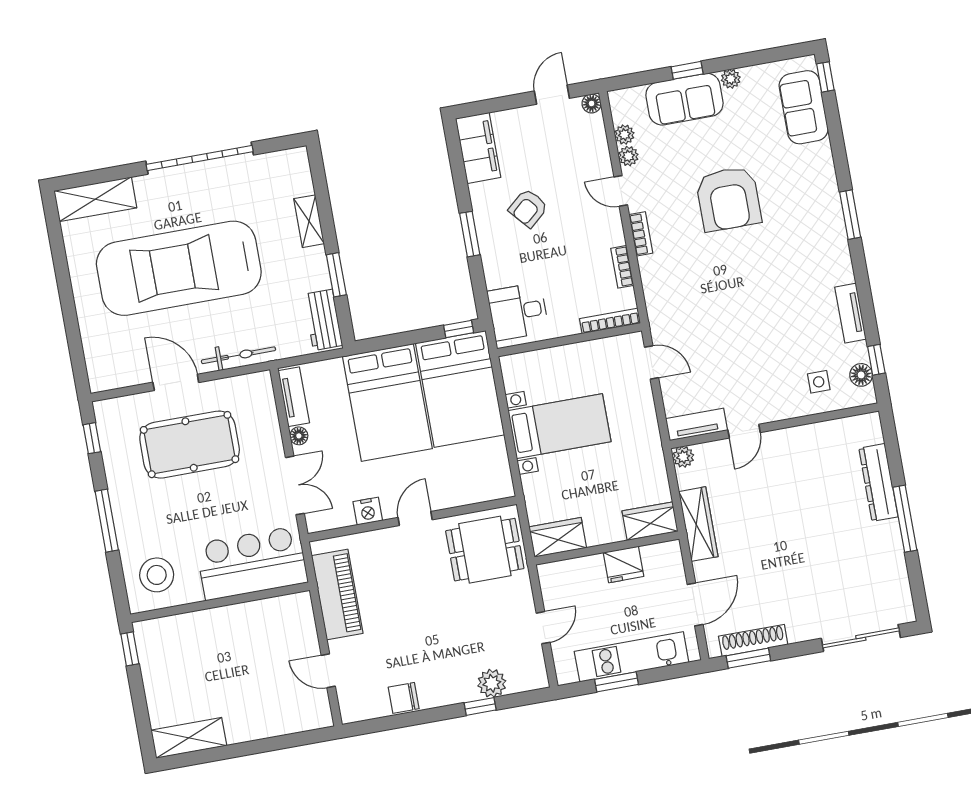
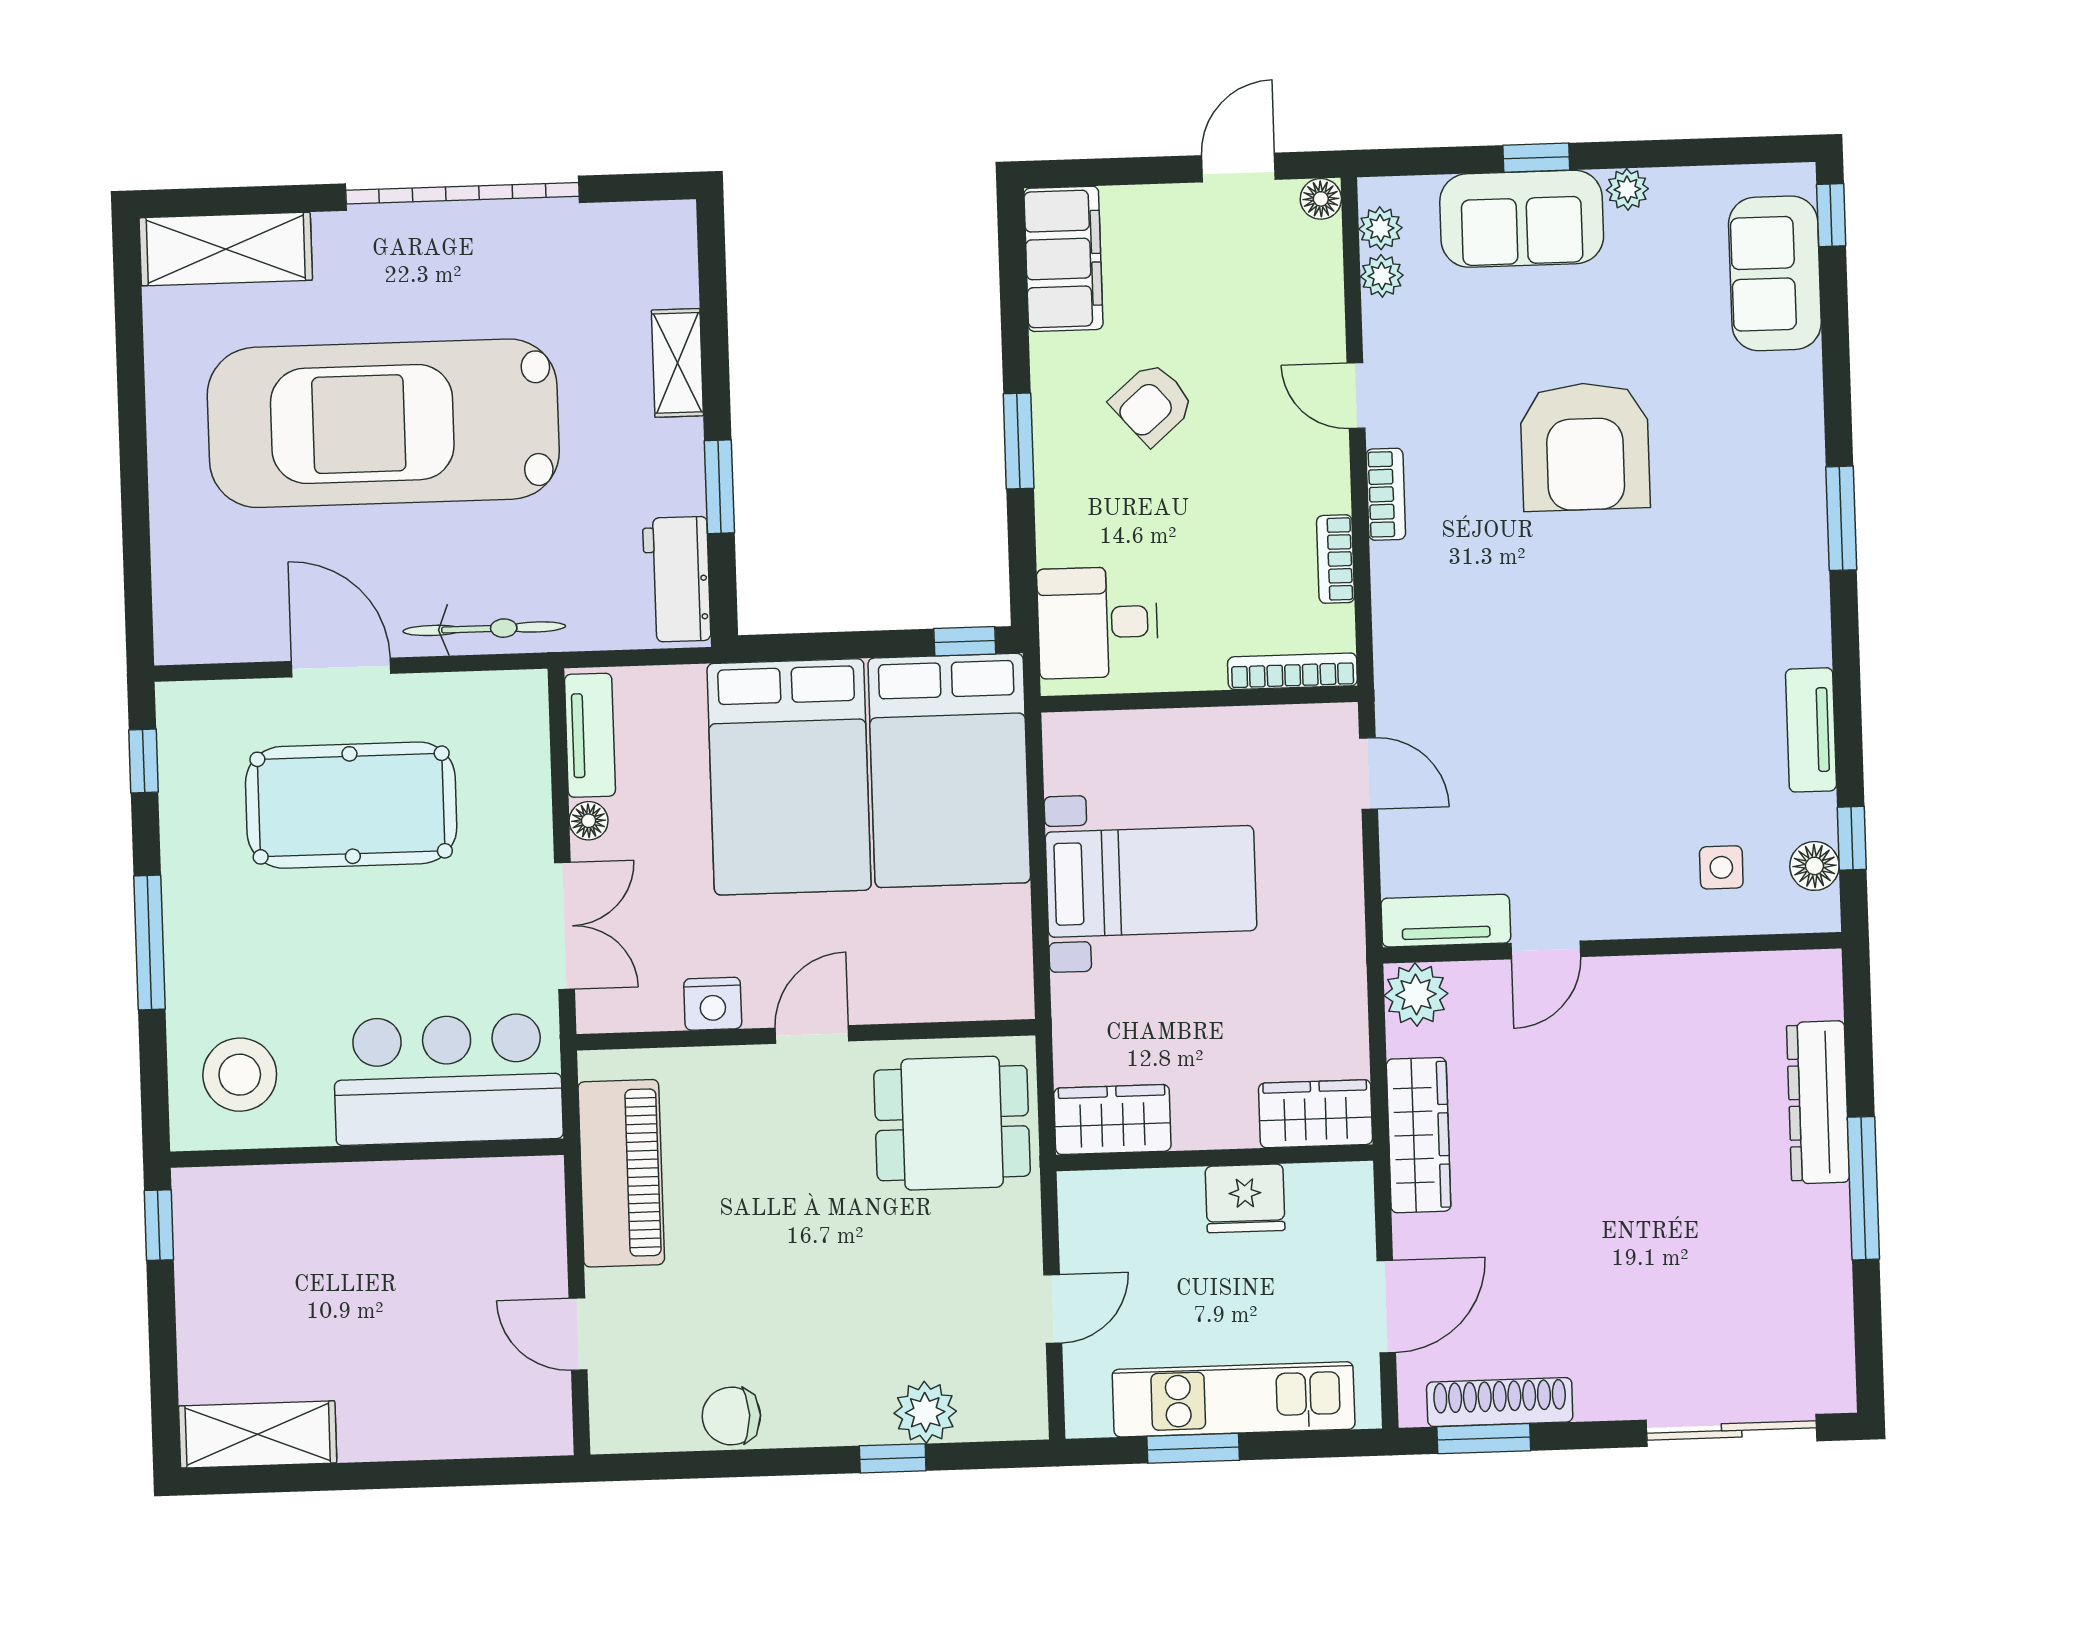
plant: (628, 156) -> (1380, 228), moved
plant: (683, 457) -> (1416, 994), width x1.38, depth x1.38

